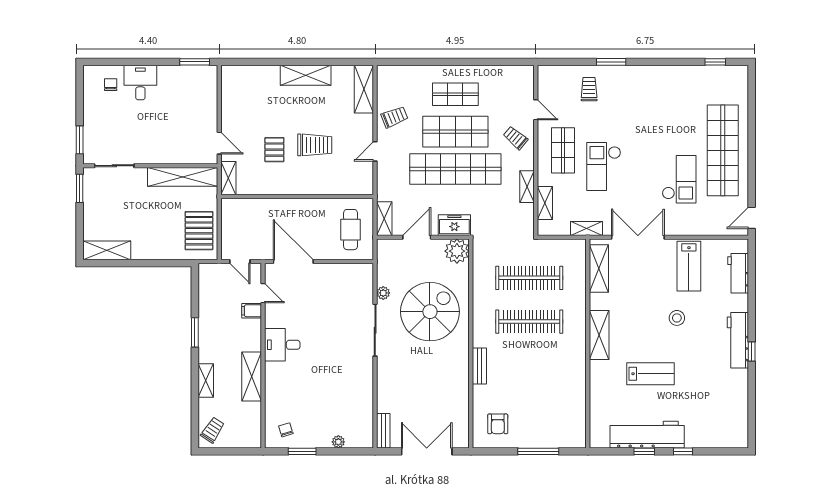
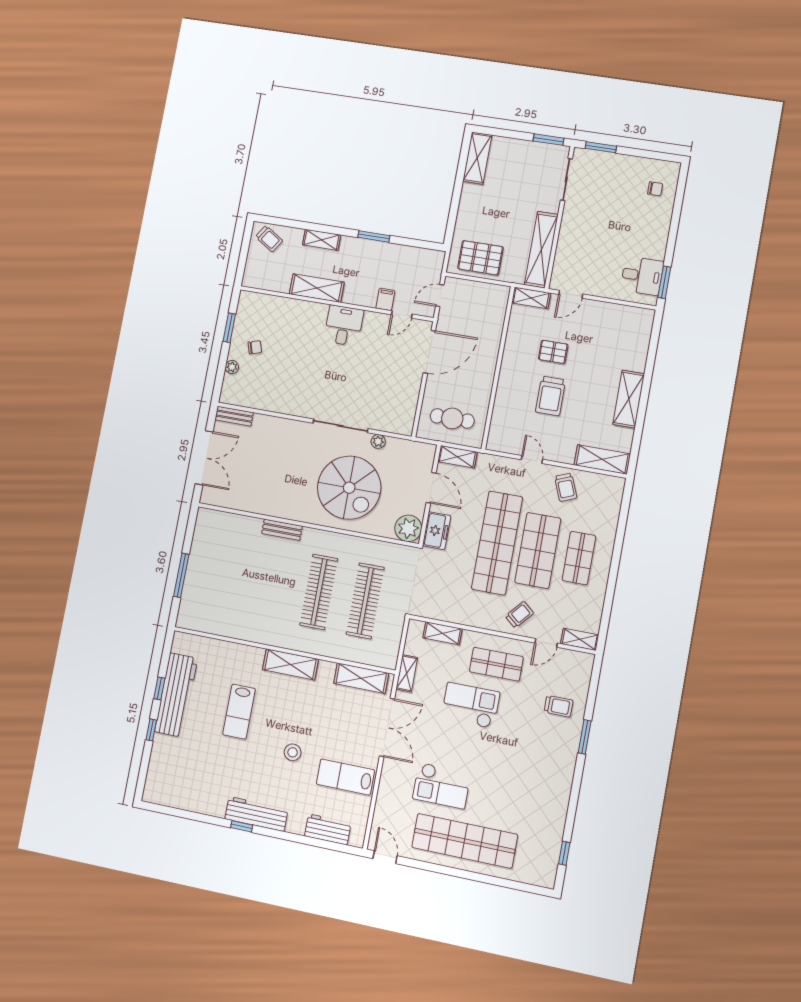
desk: (140, 83) -> (642, 276), moved
shelving: (527, 187) -> (580, 639), moved
armchair: (498, 424) -> (218, 538), removed
chair: (286, 430) -> (255, 347), moved

